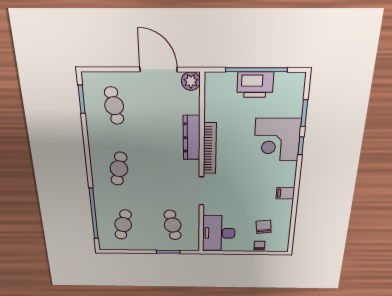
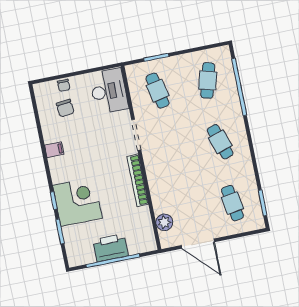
plant: (191, 81) -> (164, 222), moved
dresser: (192, 138) -> (157, 187), removed
cafe table: (119, 169) -> (220, 142), turned -30

